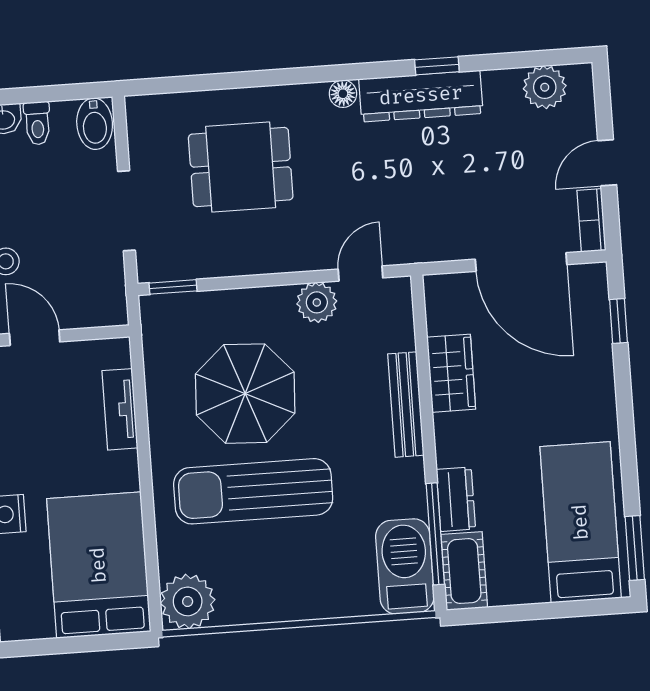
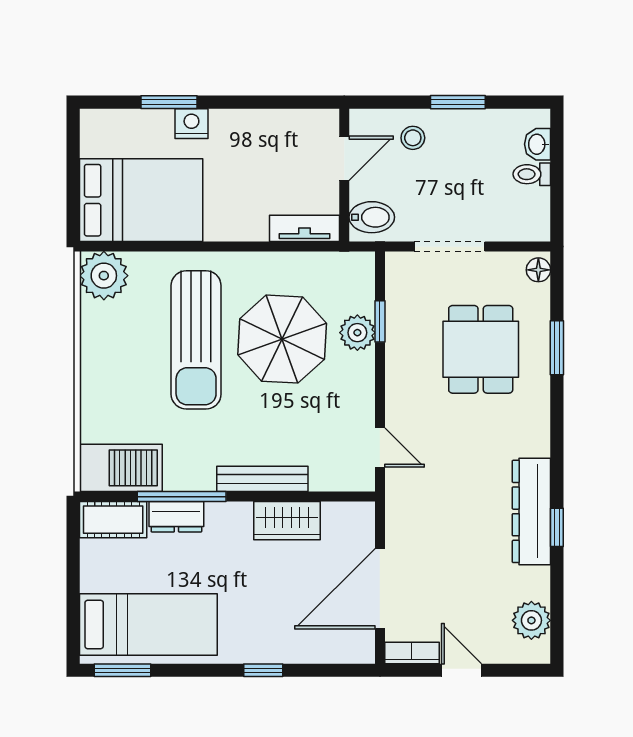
window: (233, 80) -> (557, 348), added
floor lamp: (343, 94) -> (538, 270), moved
bidet: (95, 124) -> (372, 217), moved, turned 180
window: (173, 287) -> (380, 321), moved
plant: (317, 302) -> (357, 333), moved
window: (618, 321) -> (263, 670), moved
tv unit: (120, 409) -> (304, 228), moved
sun lounger: (253, 491) -> (196, 340), turned 180
window: (435, 534) -> (182, 497), moved

